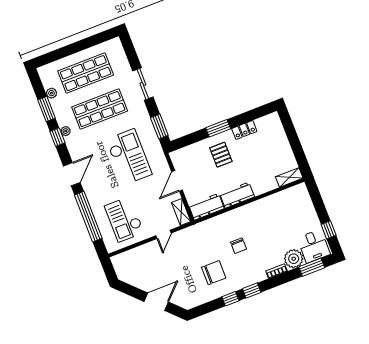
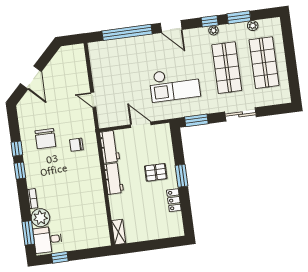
shelving: (181, 212) -> (110, 121), removed
checkout: (124, 219) -> (116, 66), removed
chair: (238, 246) -> (76, 145), moved

